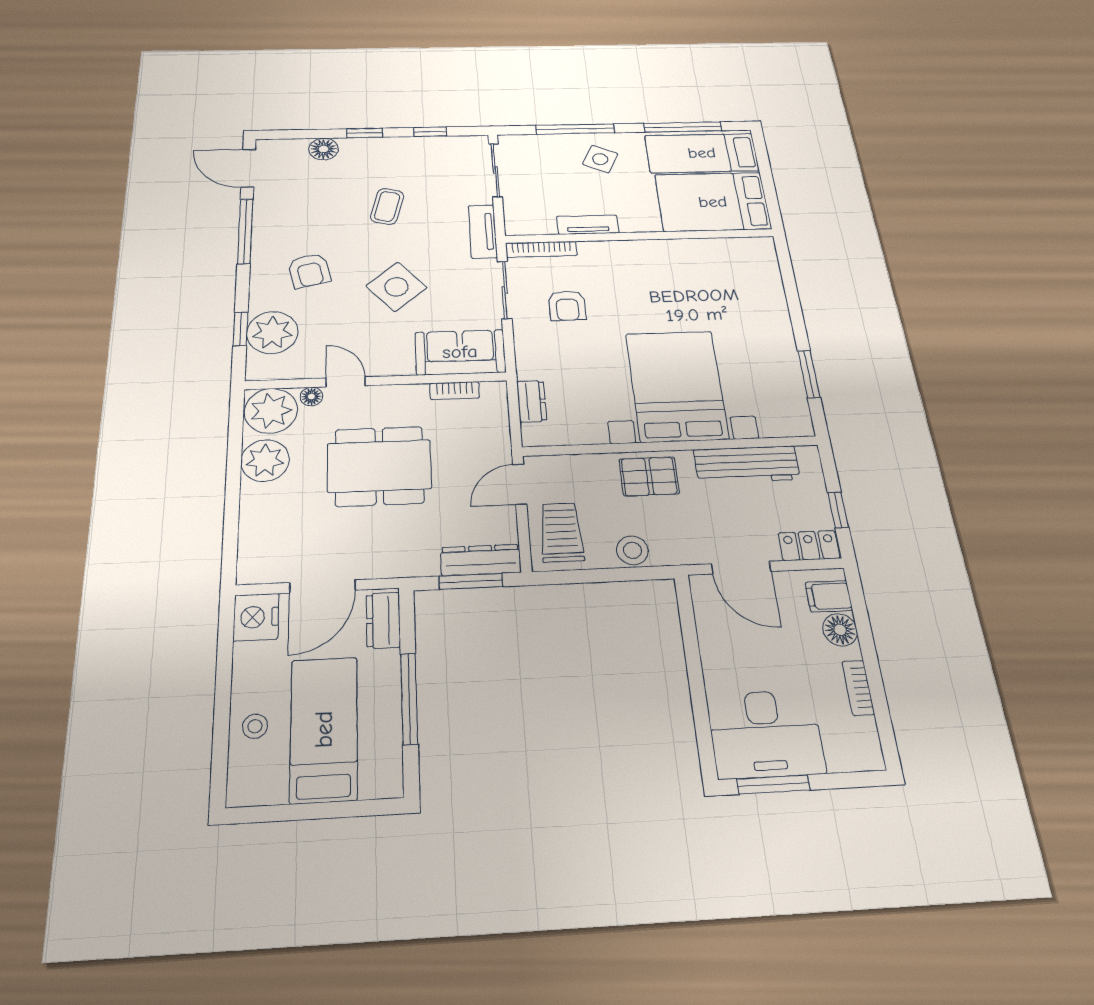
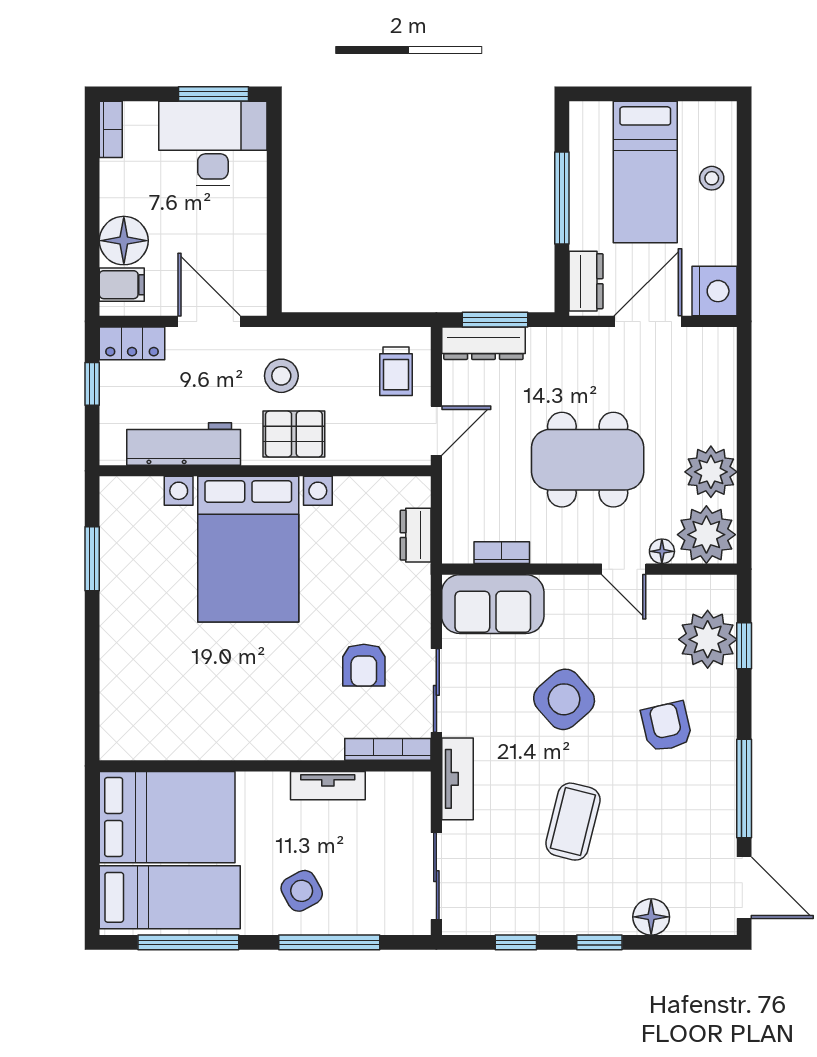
side table: (600, 159) -> (302, 891), turned 35
coffee table: (387, 206) -> (573, 822), width x1.36, depth x1.30
armchair: (567, 306) -> (364, 665), turned 180
trolley: (561, 532) -> (396, 371), width x0.73, depth x0.72
stool: (632, 550) -> (281, 376), moved
floor lamp: (840, 630) -> (124, 241), width x1.38, depth x1.38
bookcase: (858, 688) -> (111, 129), moved

